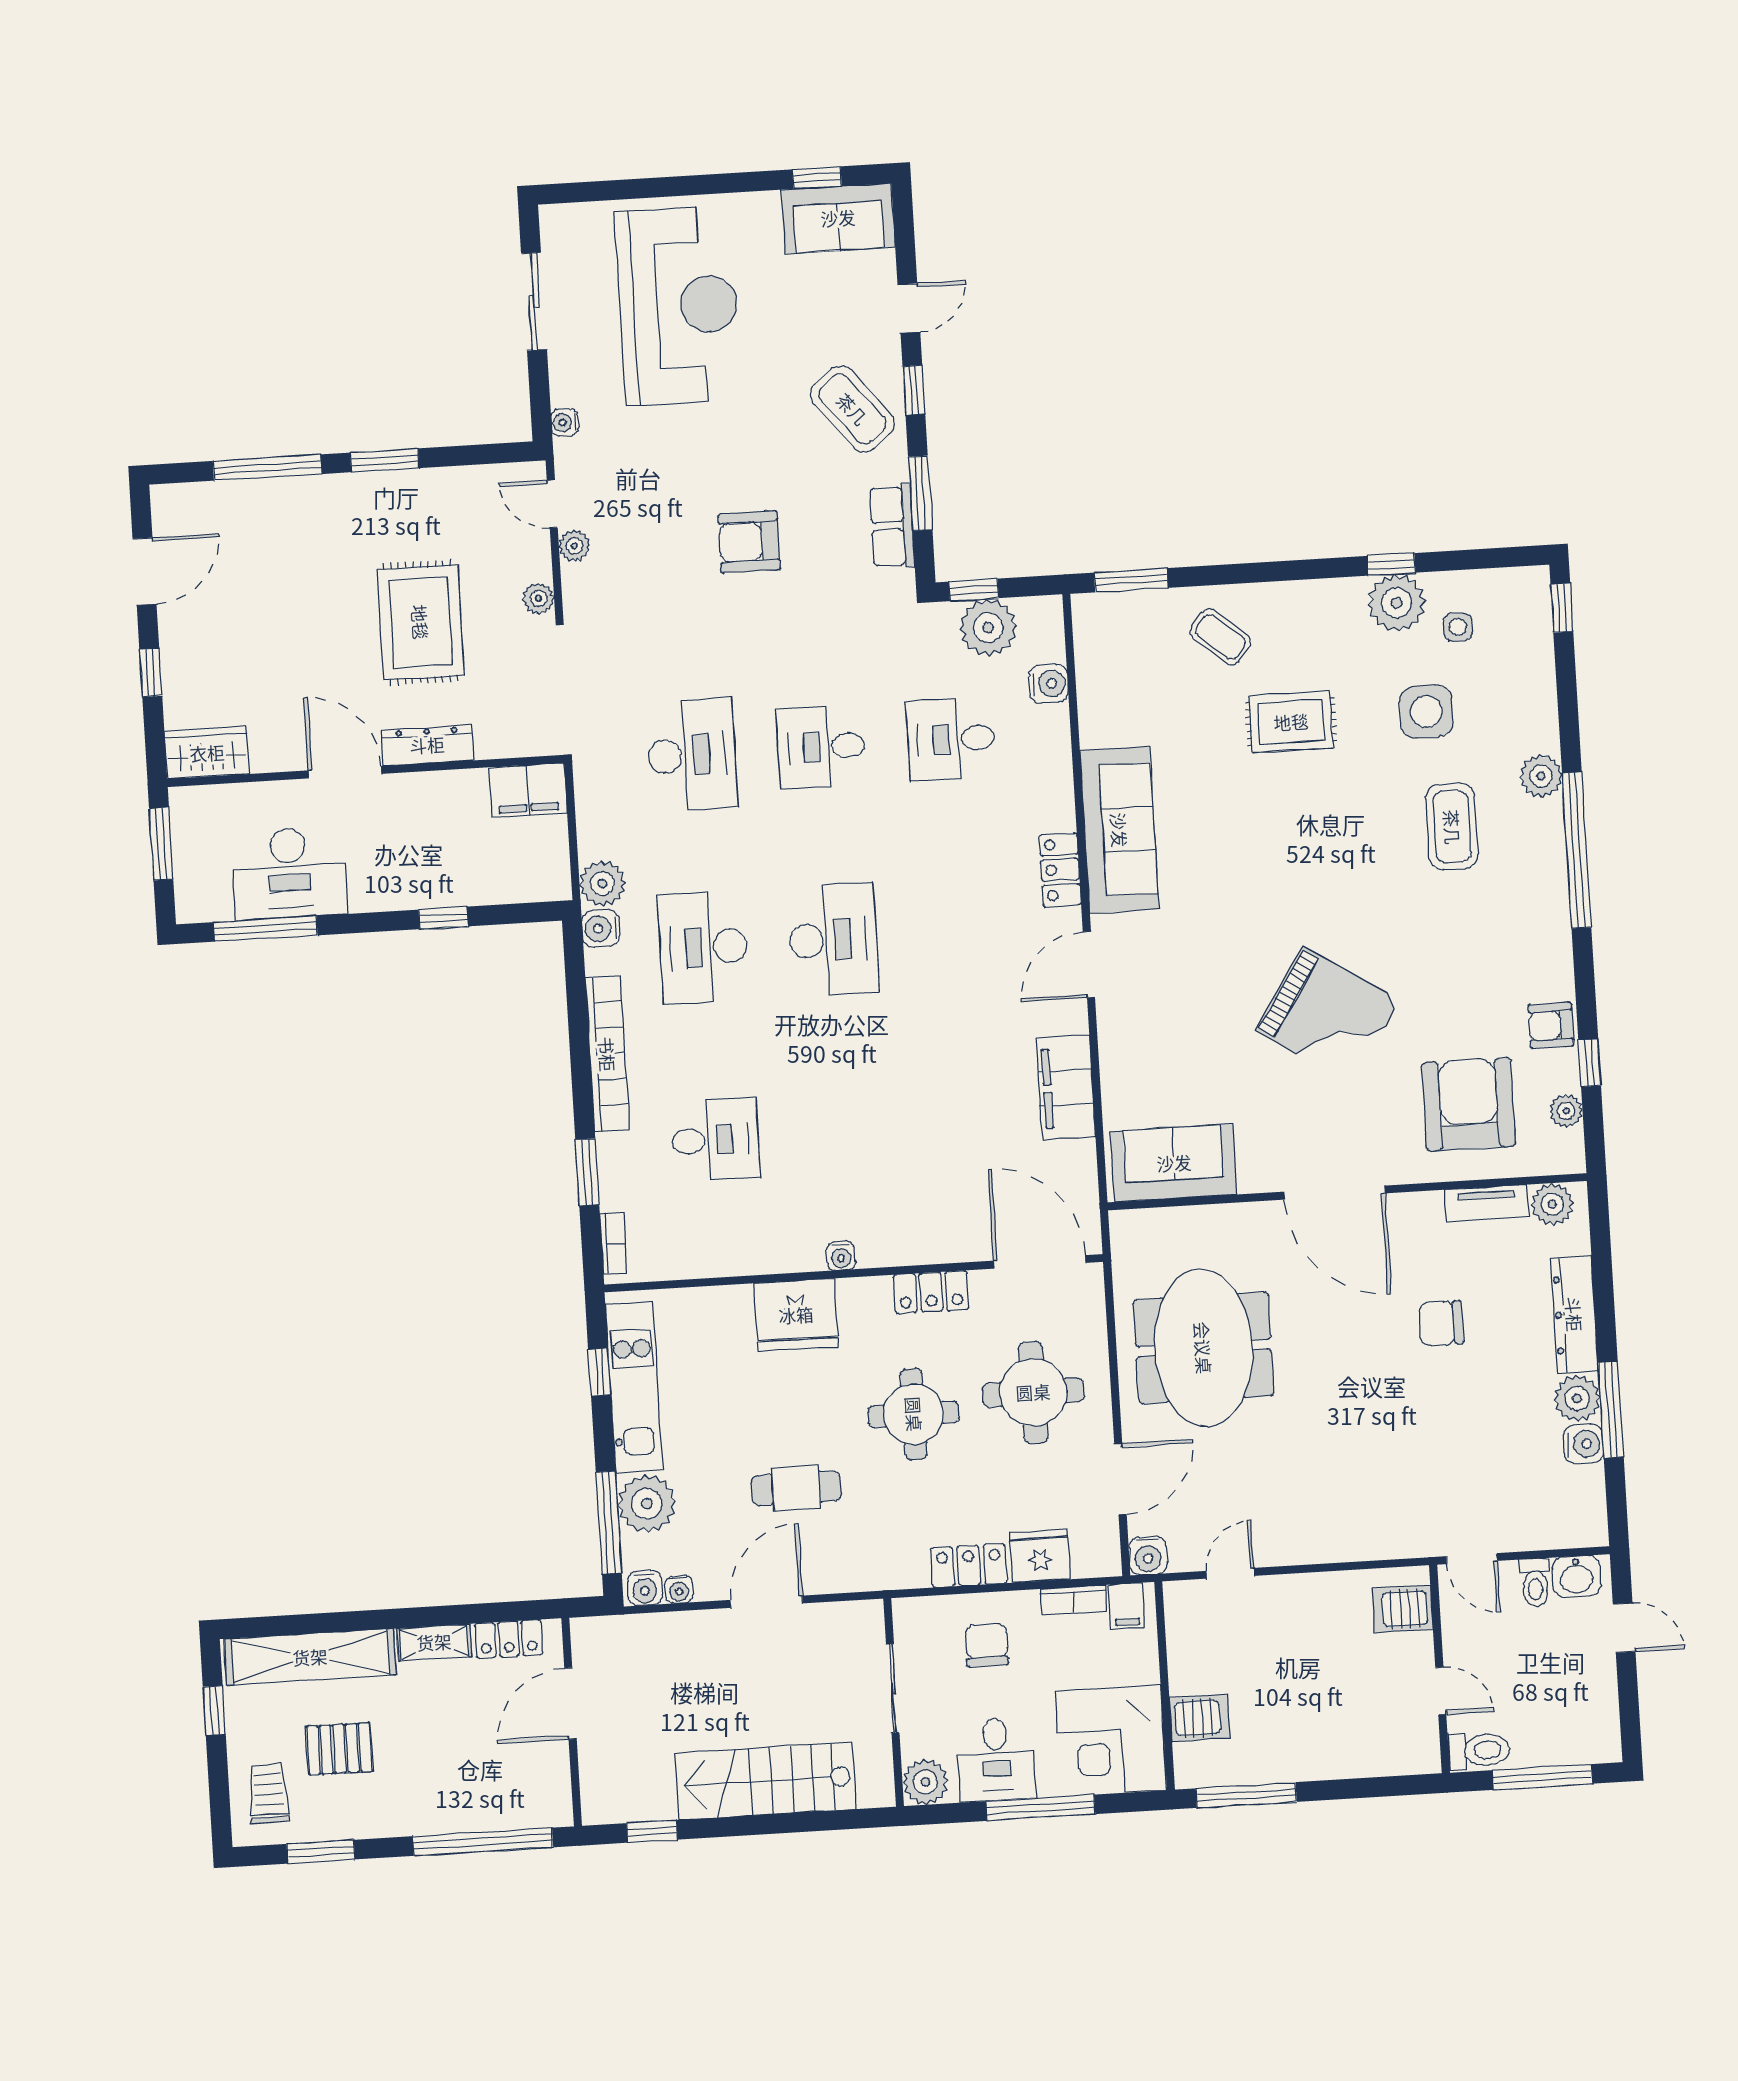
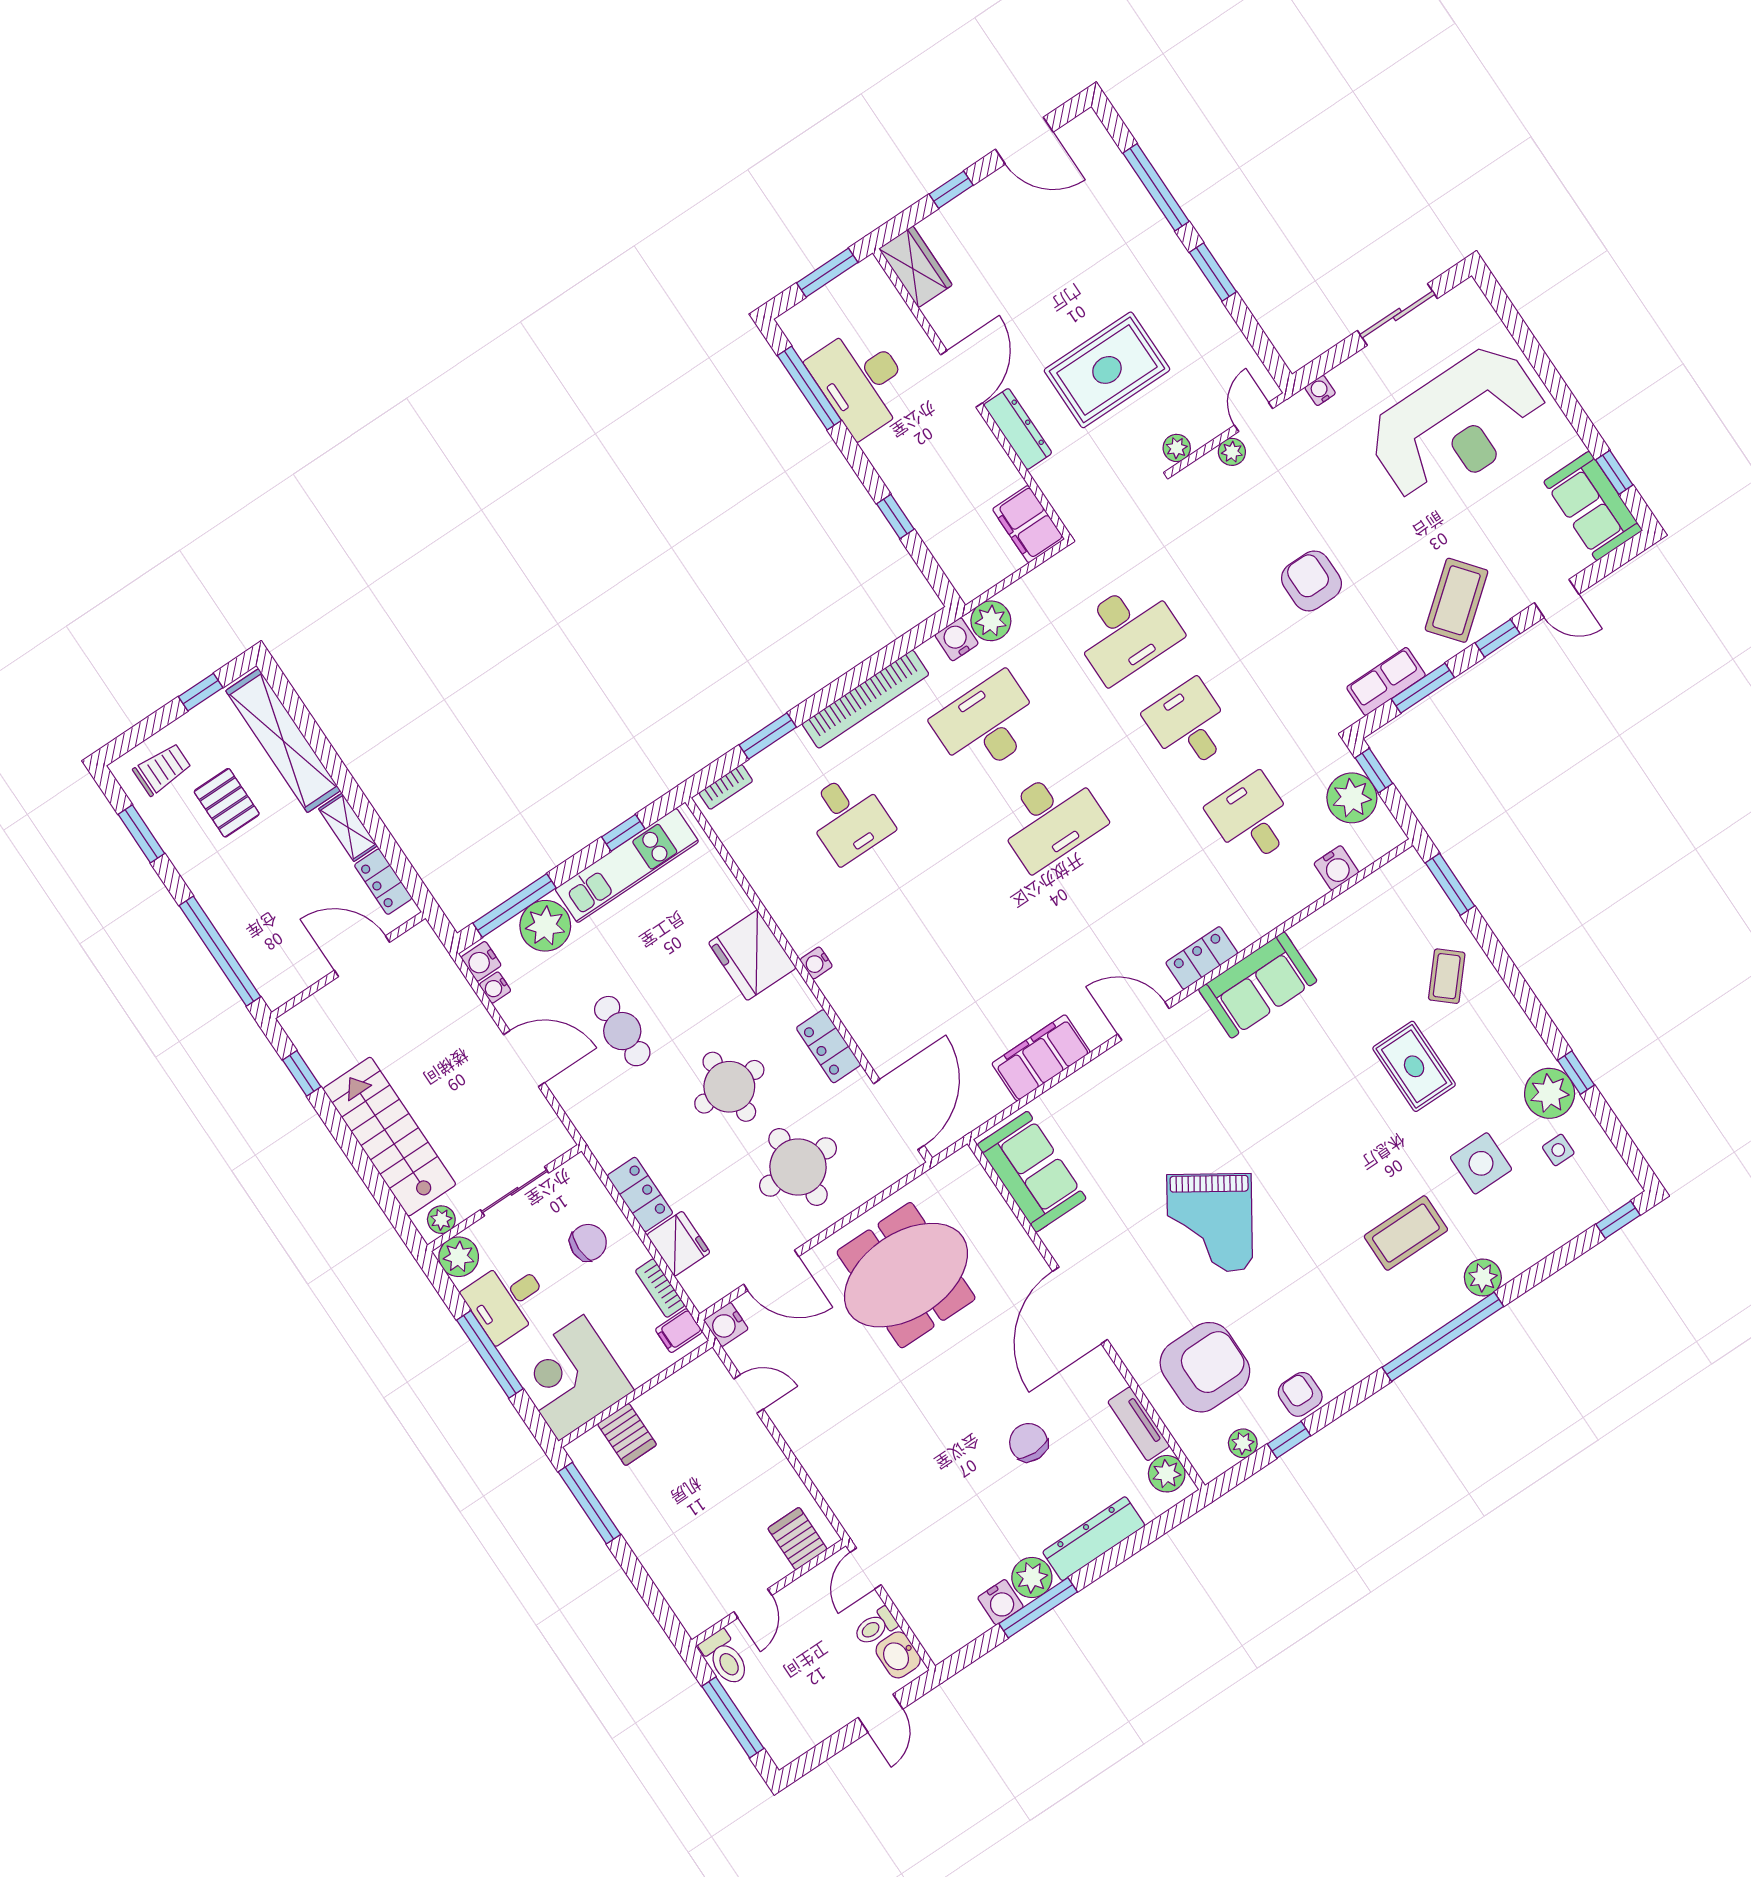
sofa: (1119, 830) -> (1258, 985), width x0.73
plant: (878, 1778) -> (441, 1220), added

